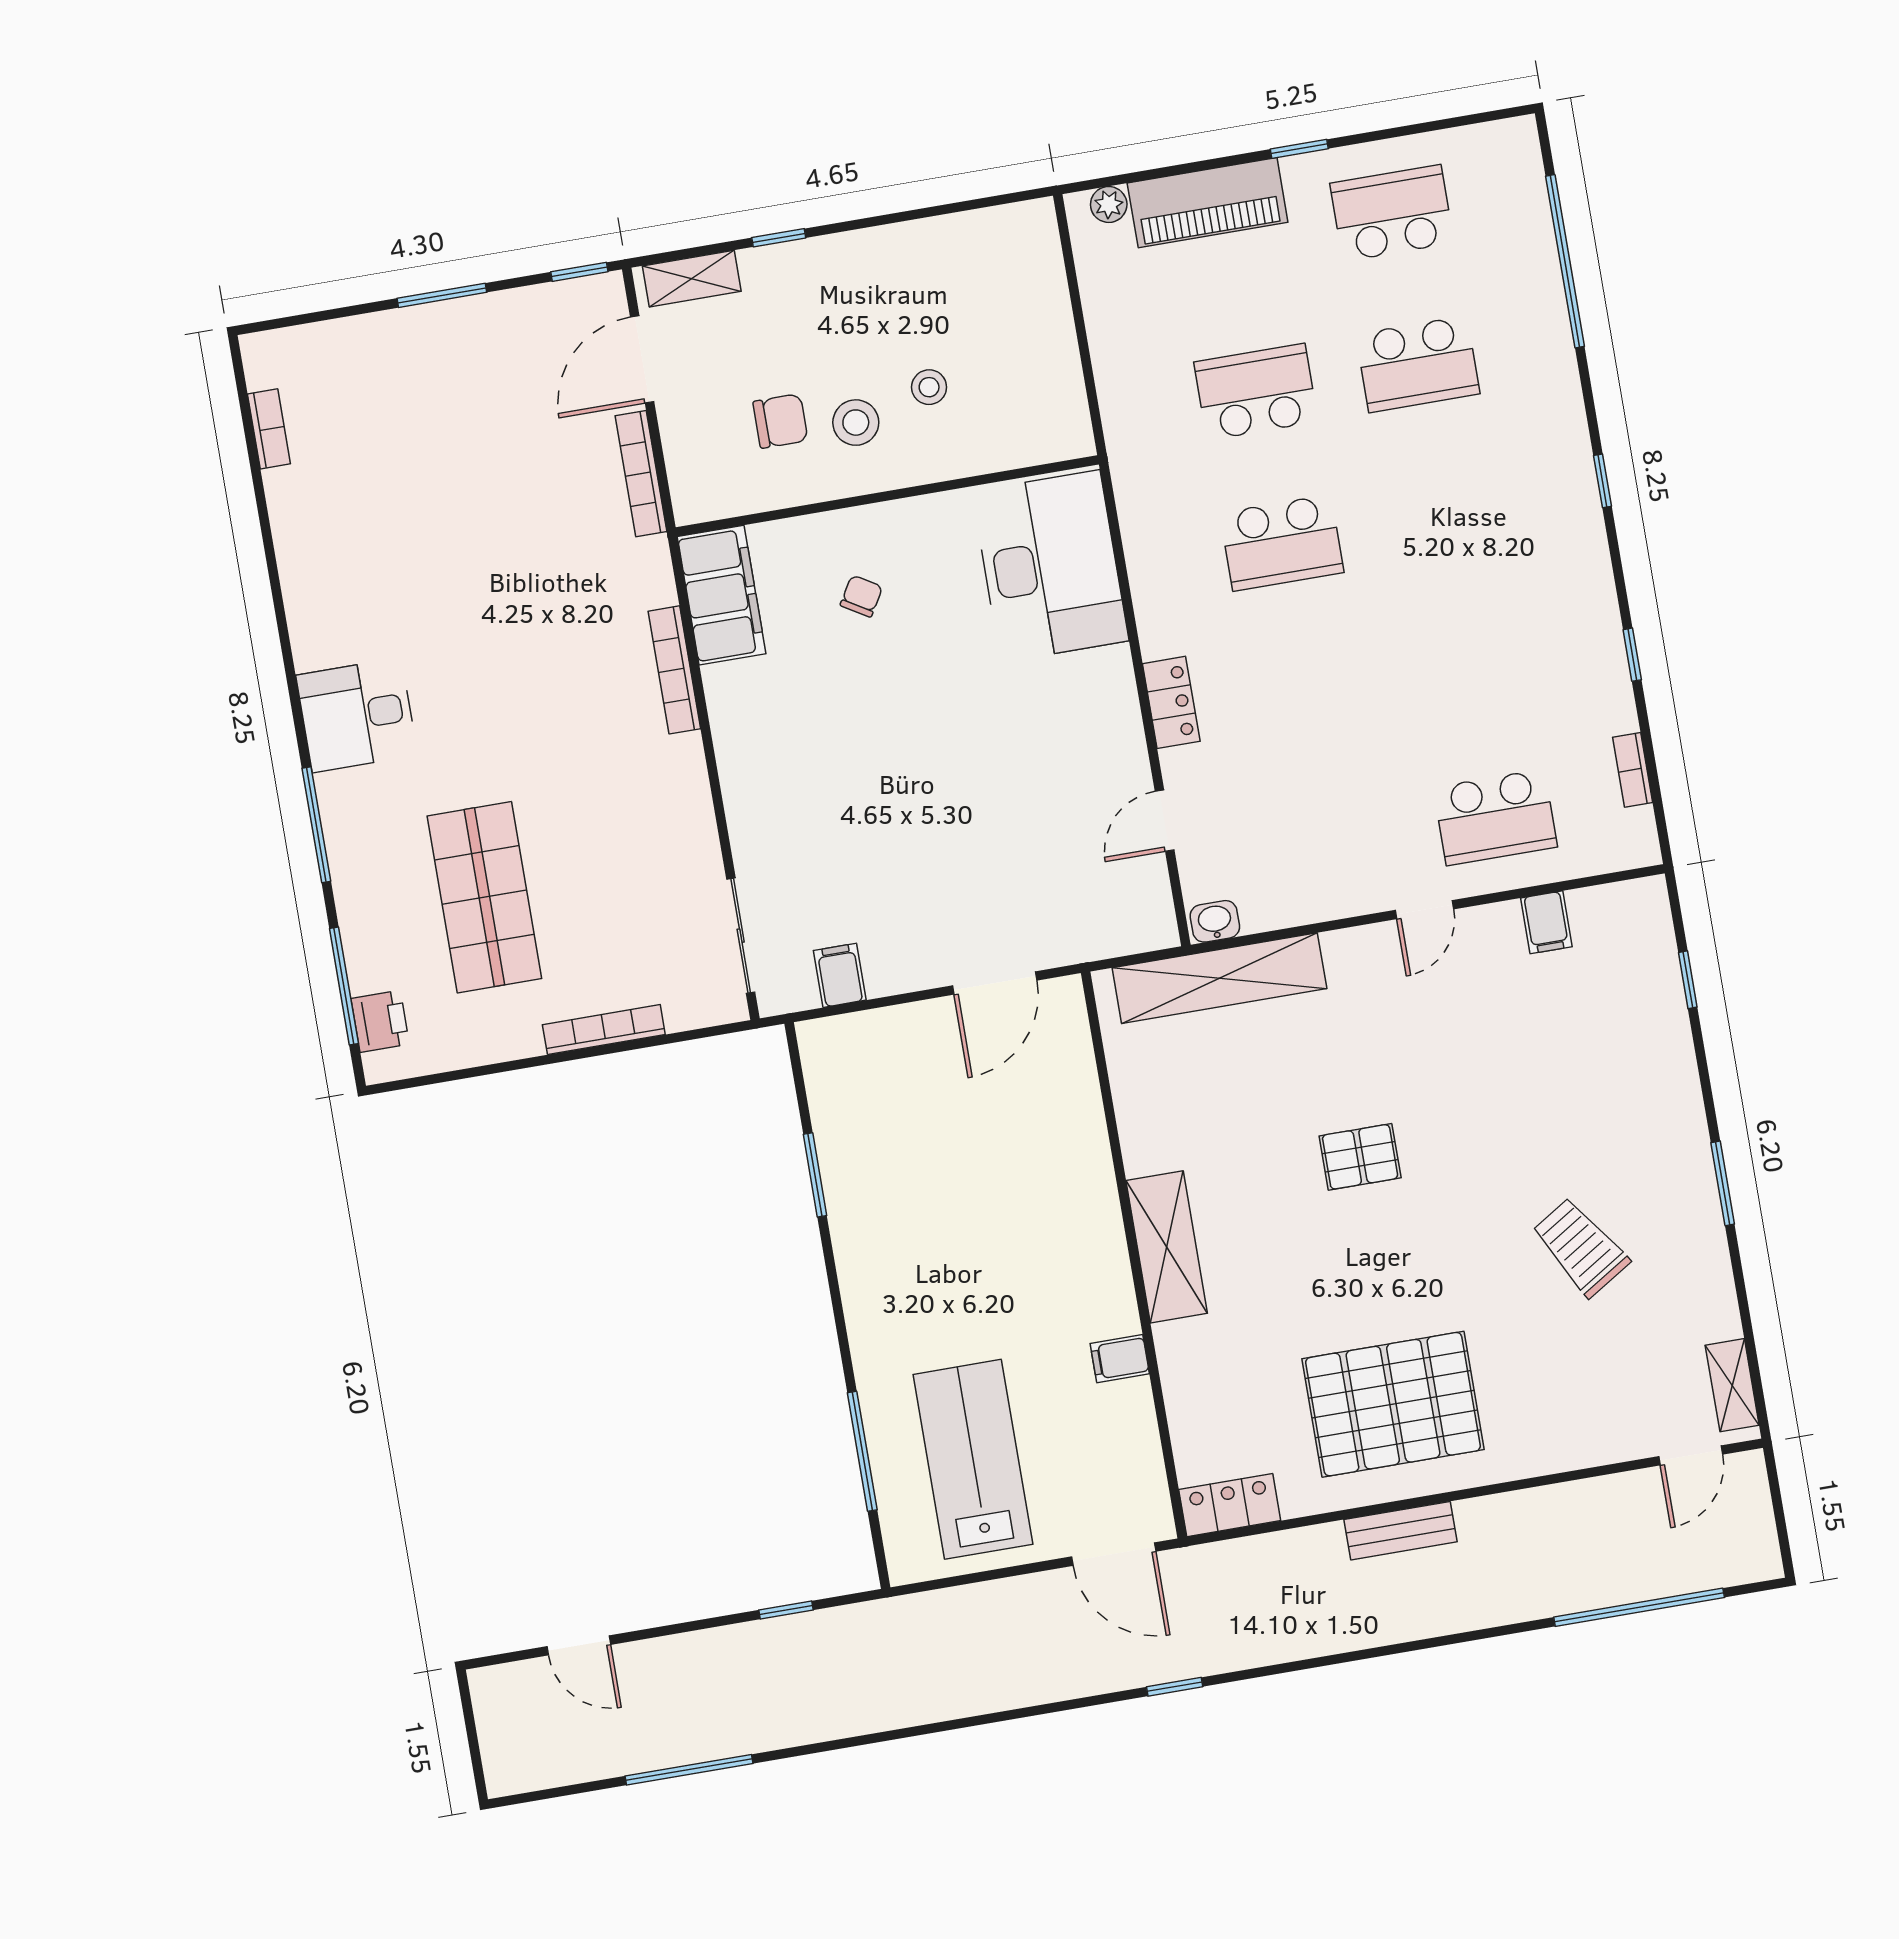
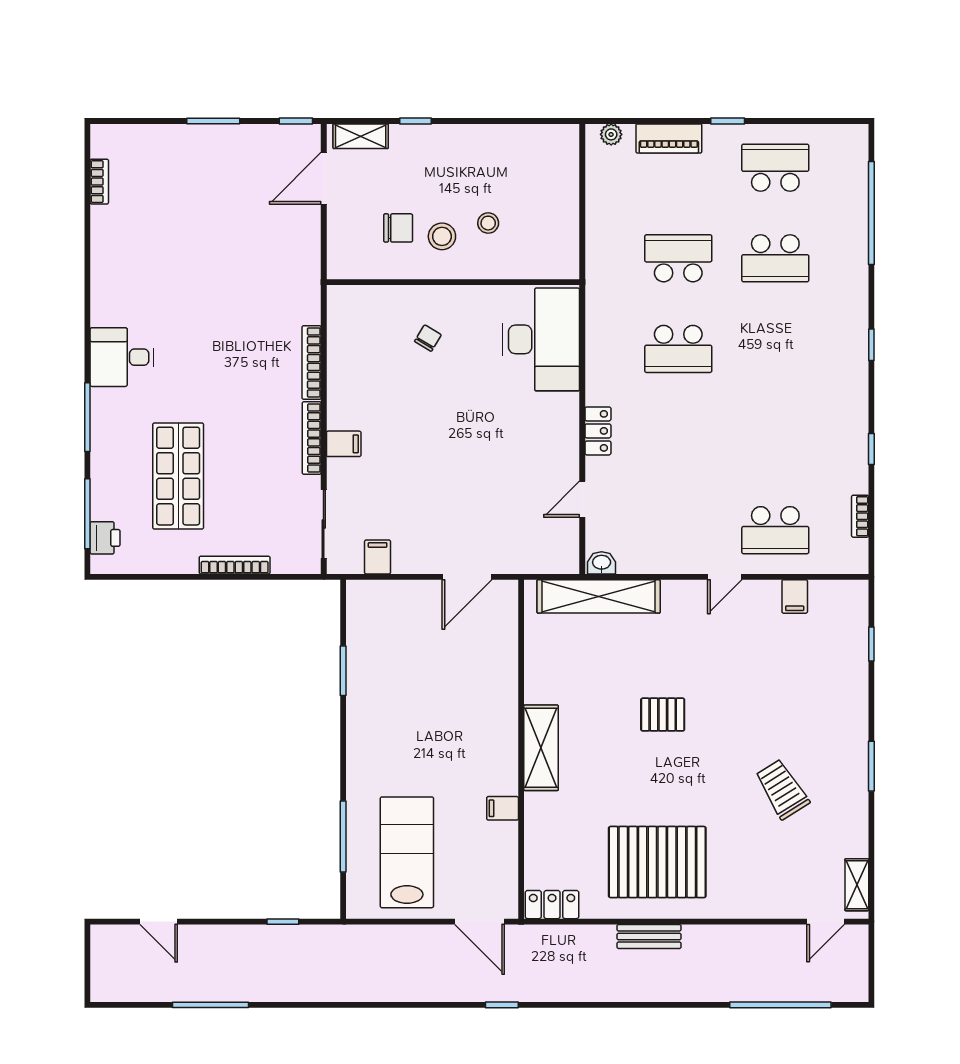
piano: (1208, 203) -> (669, 138), width x0.73, depth x0.75
bookcase: (641, 474) -> (312, 438), moved
filing cabinet: (722, 595) -> (344, 444), moved, width x0.33, depth x0.86

